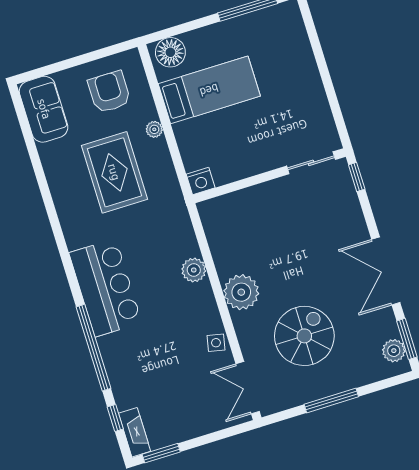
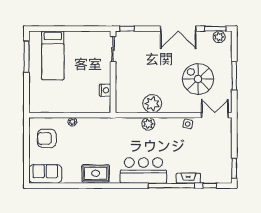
floor lamp: (170, 52) -> (36, 102), removed
bed: (209, 90) -> (53, 55), moved, turned 180
rug: (114, 172) -> (96, 173), moved, width x0.73, depth x0.70
nightstand: (201, 181) -> (105, 90), moved
plant: (241, 292) -> (152, 104), moved
double door: (248, 388) -> (215, 115), swing flipped
fireplace: (135, 432) -> (188, 178), moved

